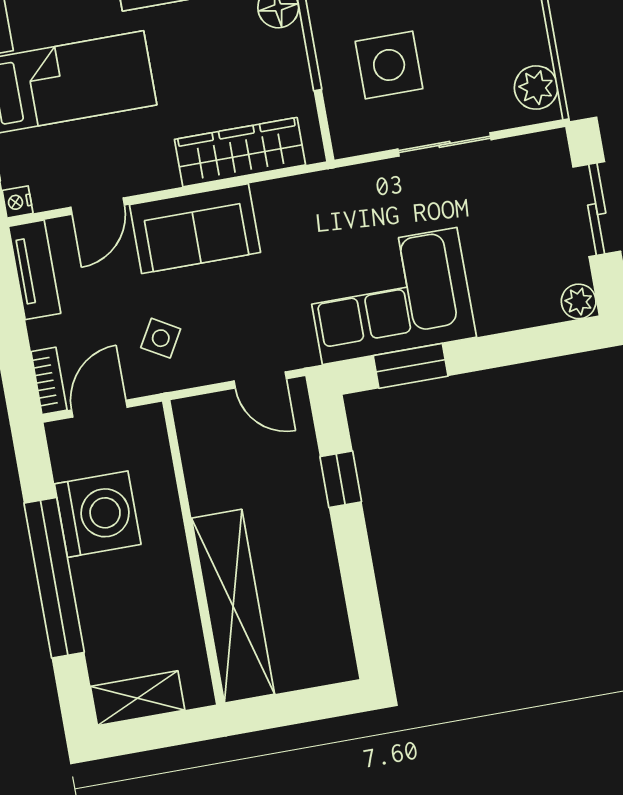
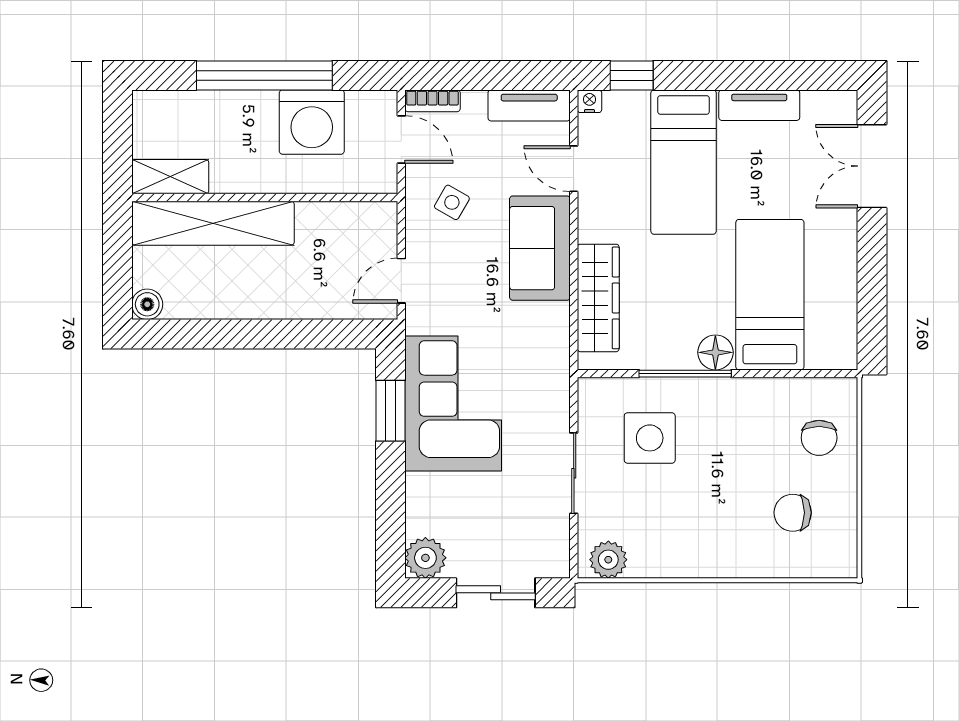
plant: (579, 301) -> (425, 558), width x1.38, depth x1.38
window: (341, 479) -> (305, 334), removed
boiler: (339, 665) -> (147, 304), added
shelving: (138, 698) -> (170, 177), moved, turned 90

